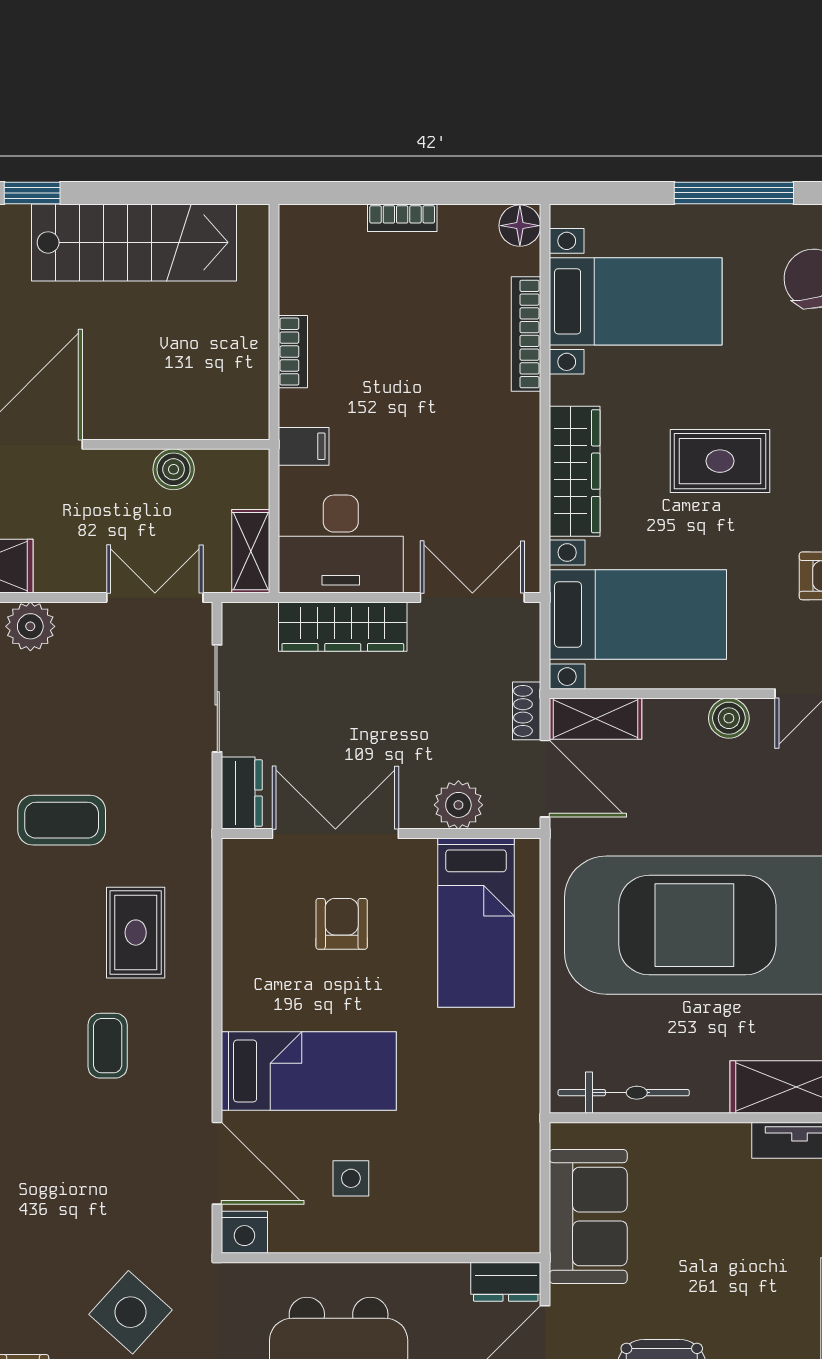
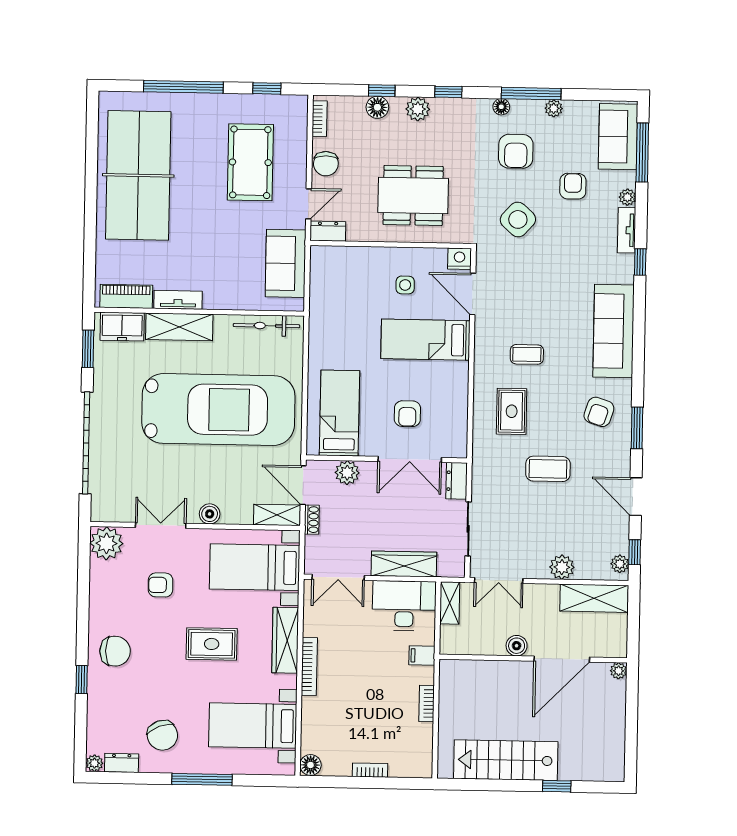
bookcase: (526, 334) -> (309, 667), moved
boiler: (174, 469) -> (517, 646), moved
coffee table: (108, 1046) -> (527, 354), turned 90

